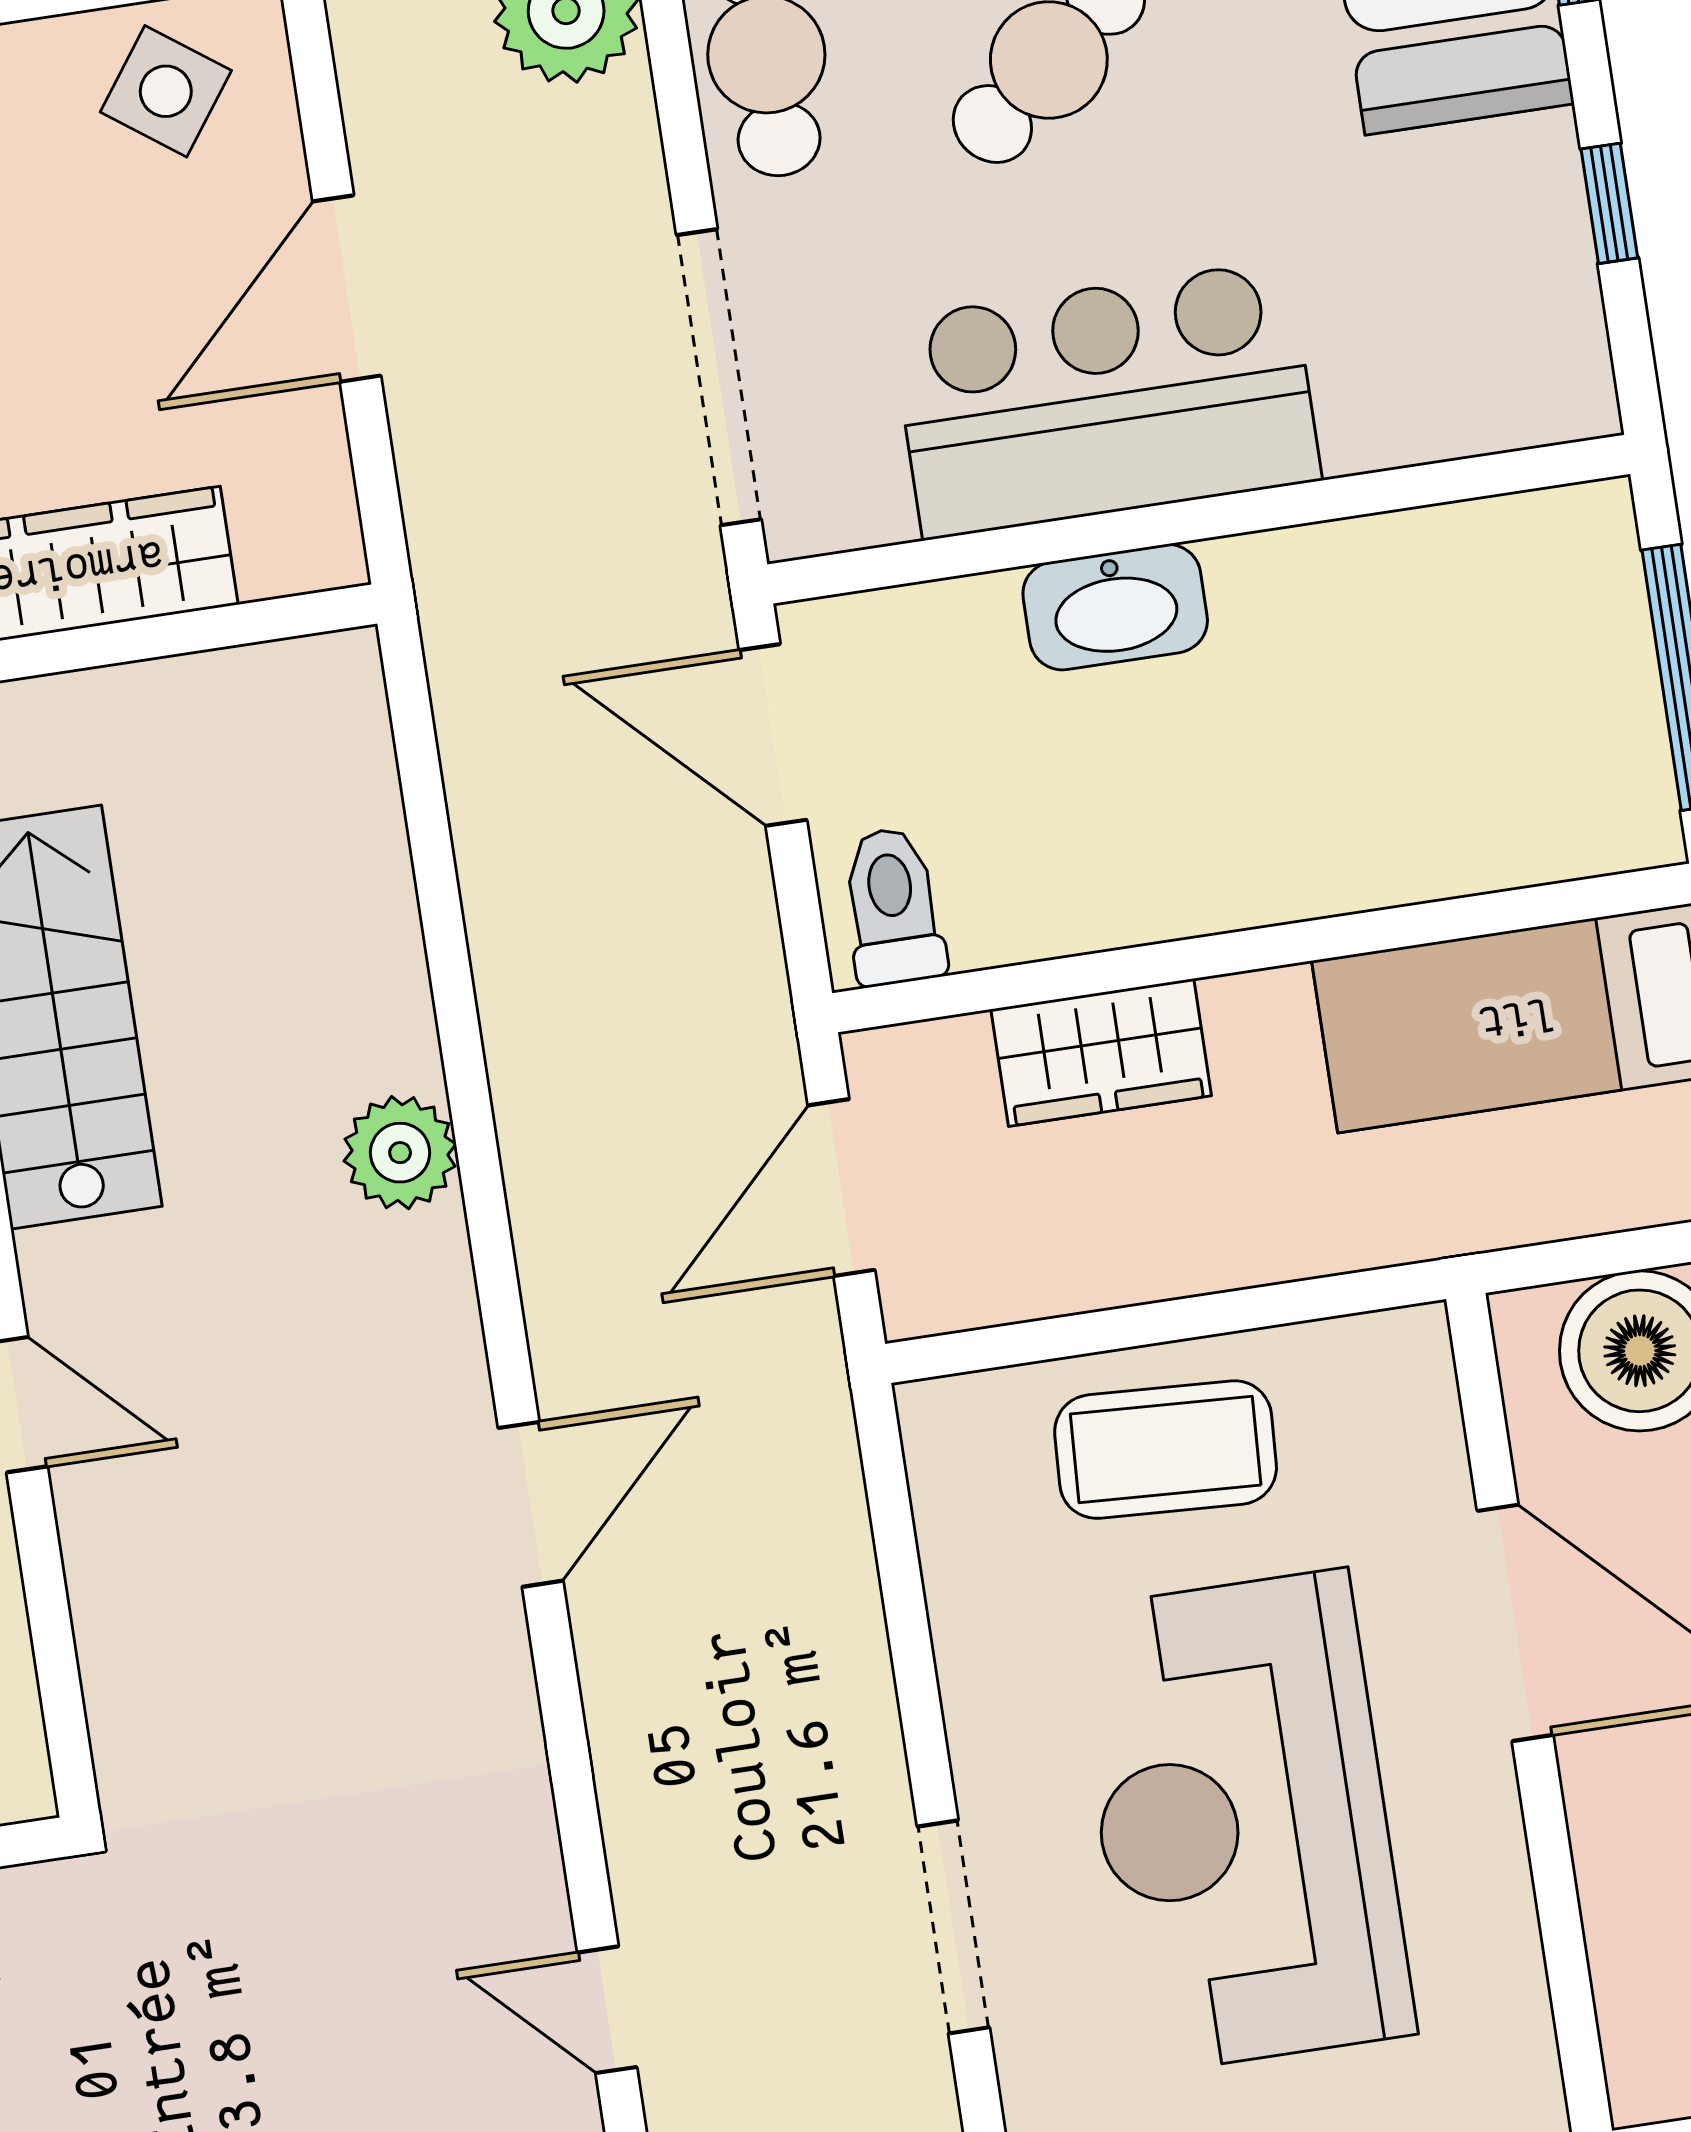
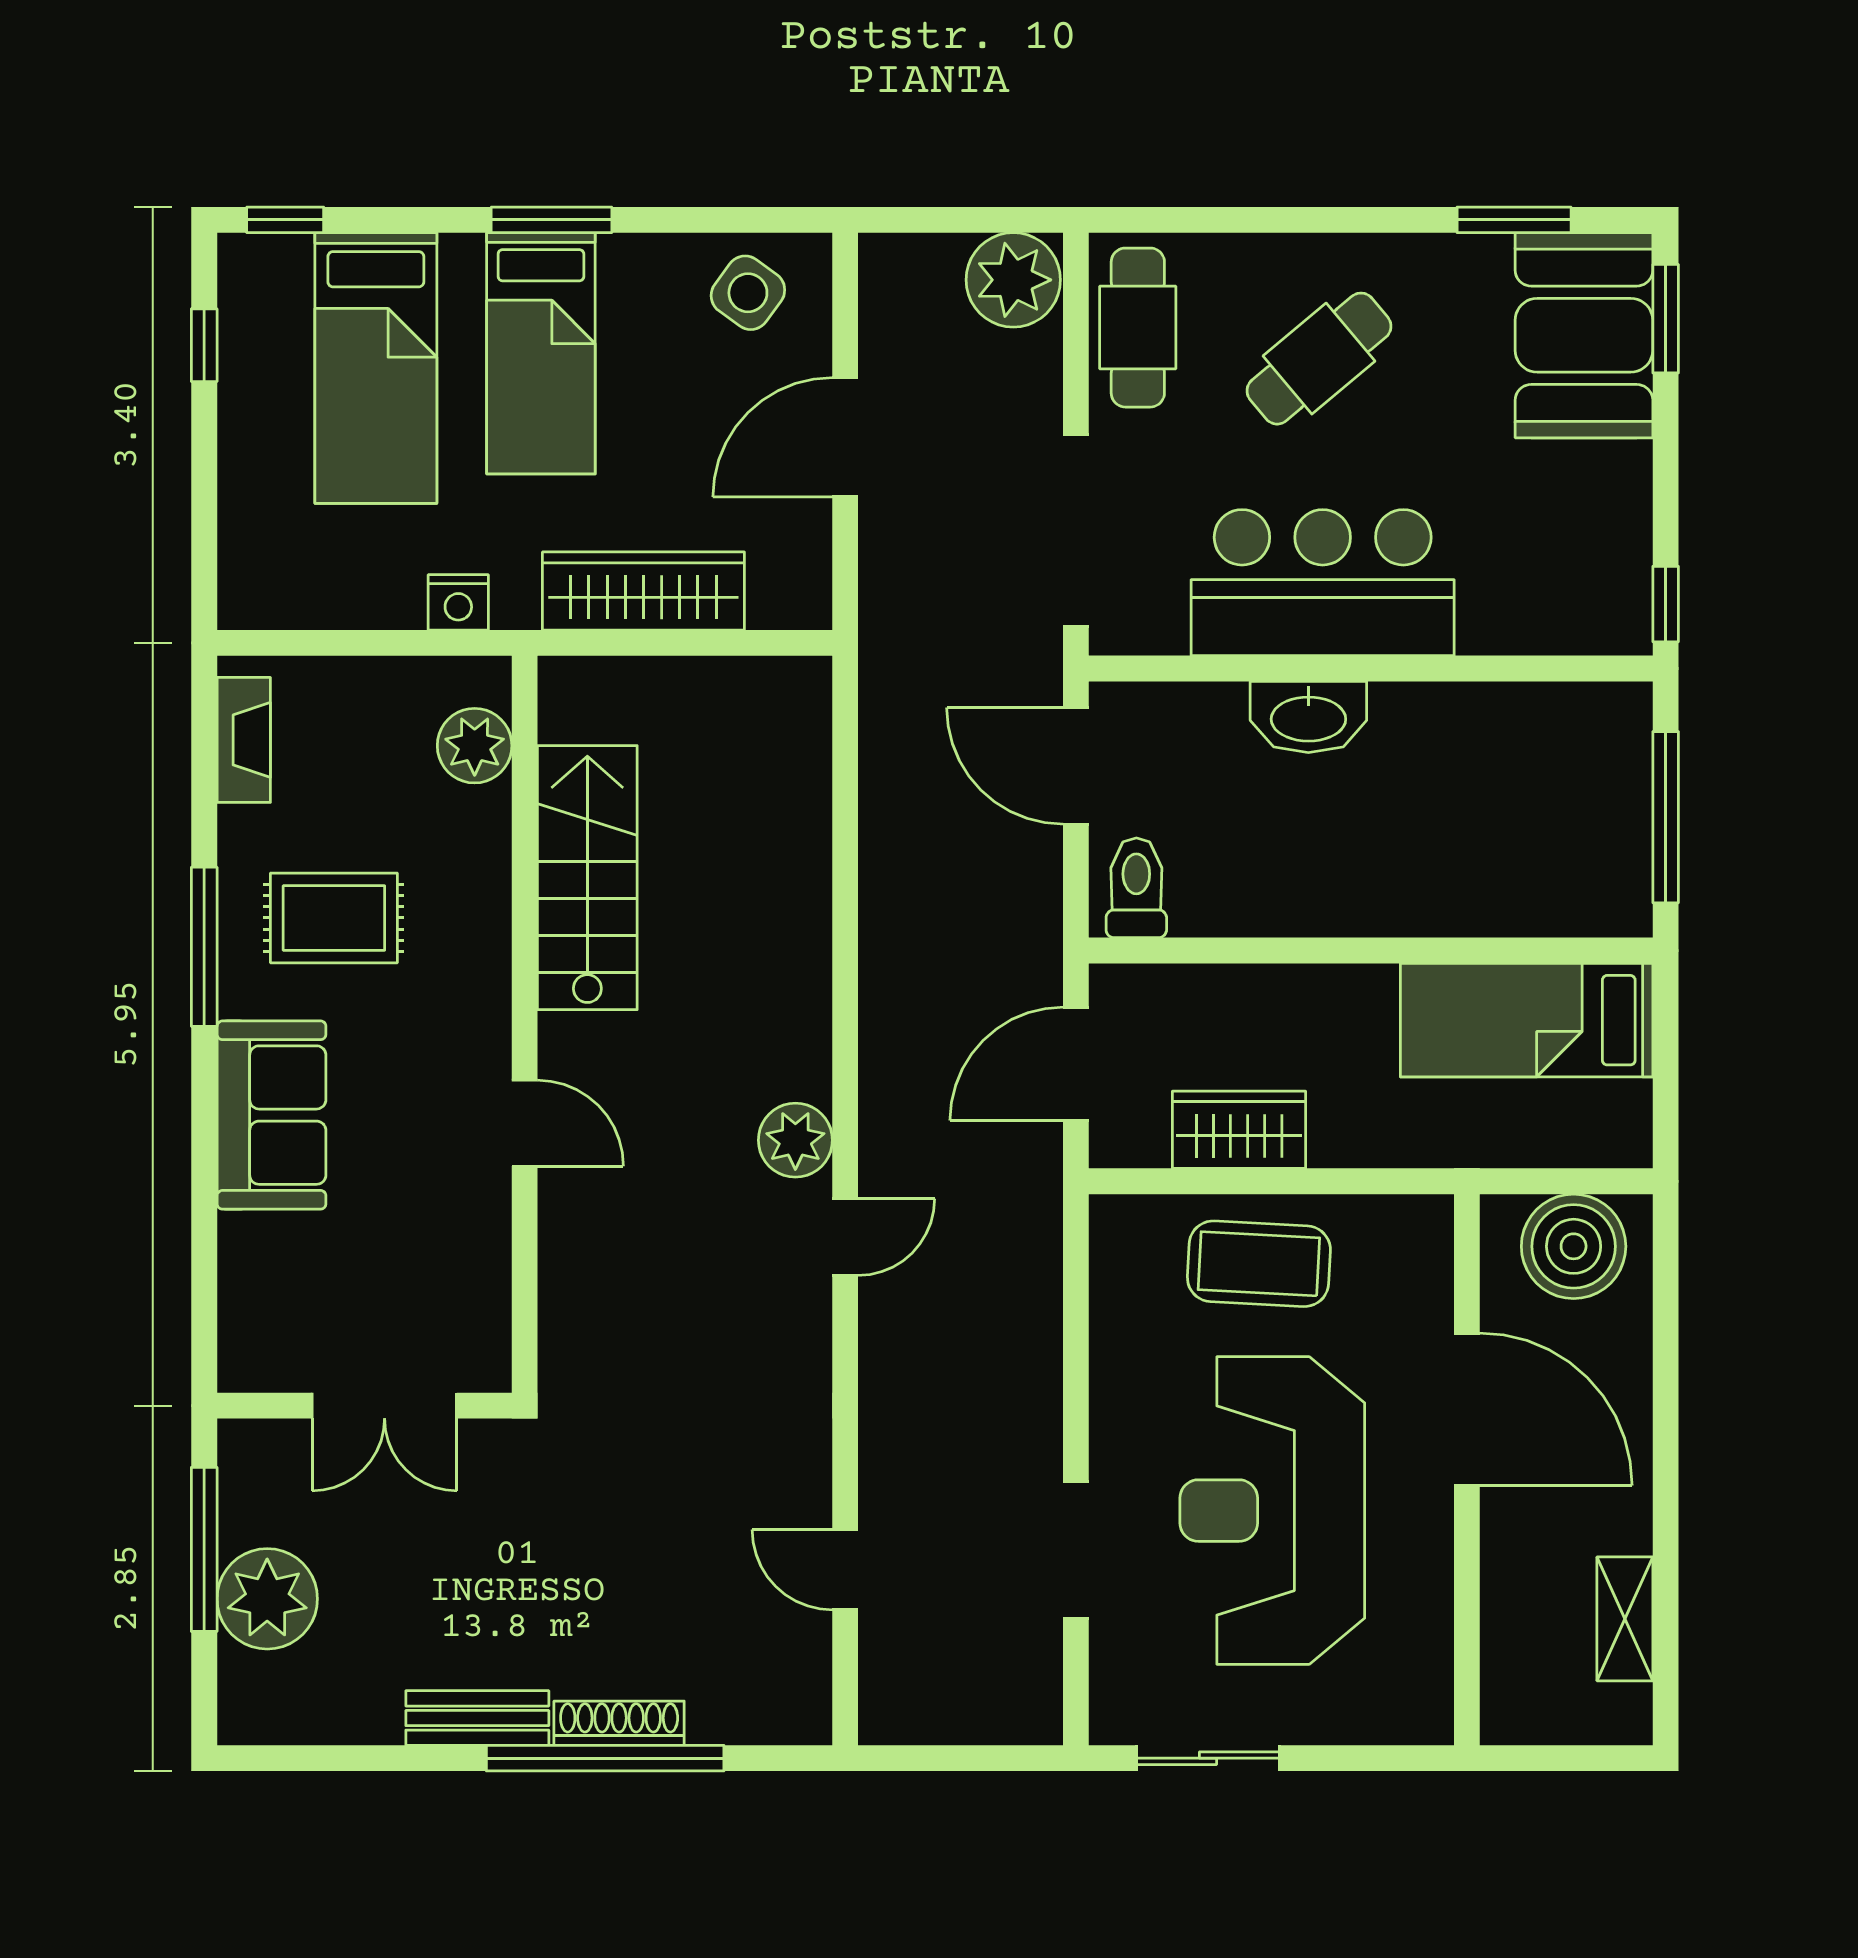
window: (1609, 203) -> (1666, 604), moved
wardrobe: (1101, 1053) -> (1239, 1130), moved, turned 180
plant: (400, 1153) -> (795, 1140), moved
door: (531, 1504) -> (845, 1237), width x0.73

